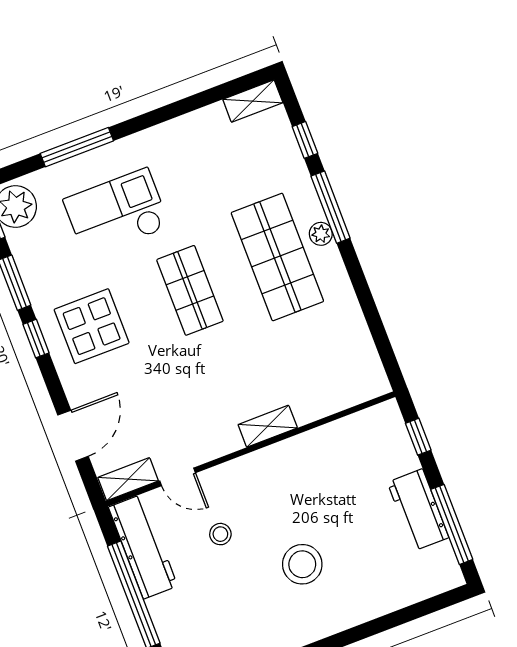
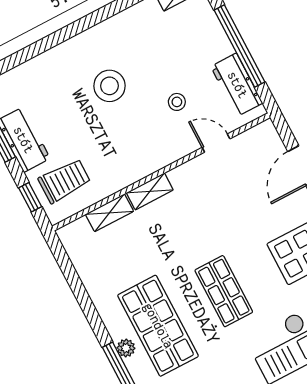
trolley: (373, 452) -> (64, 181), added
shelving: (128, 479) -> (109, 213), moved
workbench: (143, 547) -> (237, 85), width x0.73

